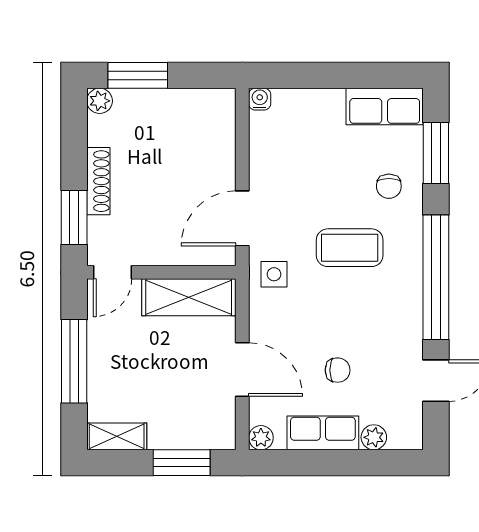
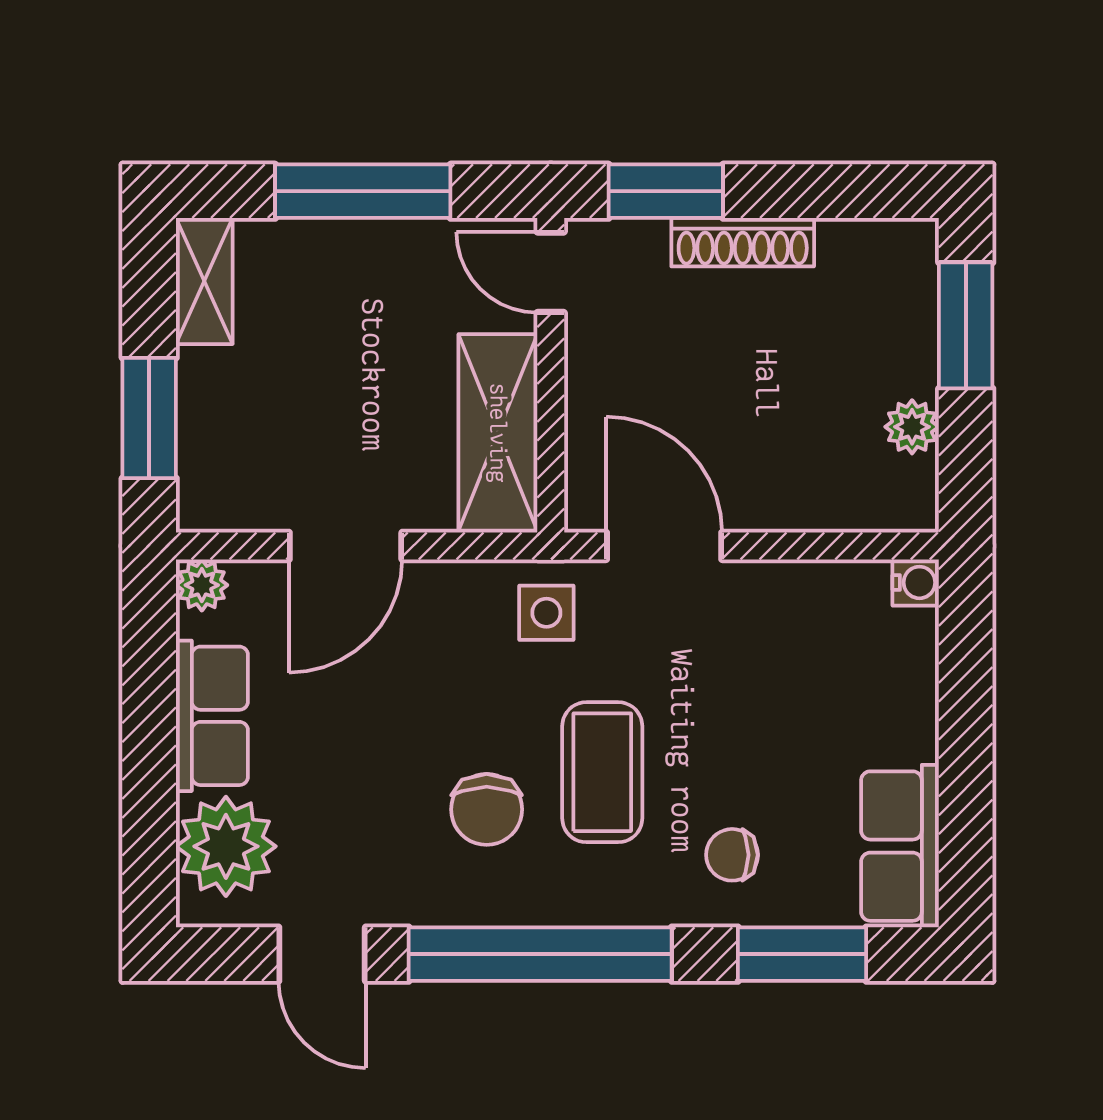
plant: (100, 101) -> (912, 427), moved
chair: (338, 370) -> (487, 809), moved, width x1.37, depth x1.37
plant: (374, 437) -> (226, 846), width x1.88, depth x1.88

